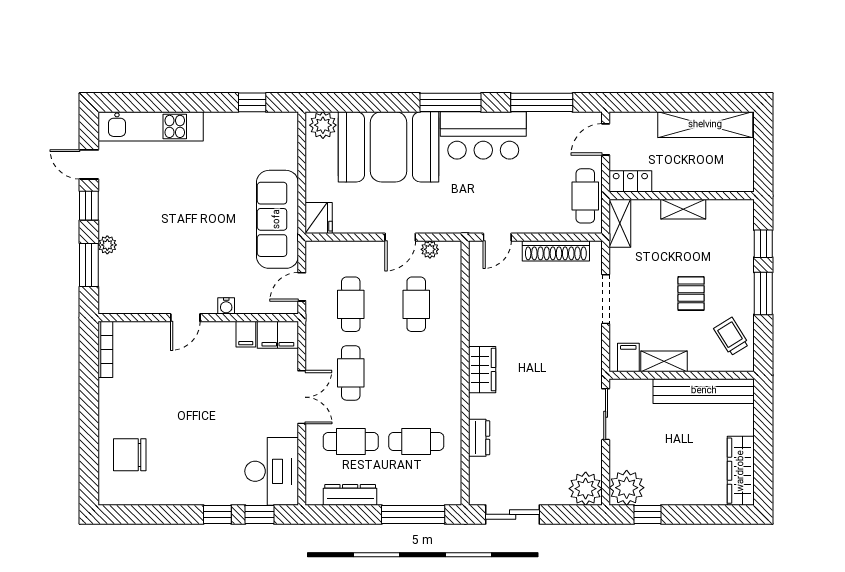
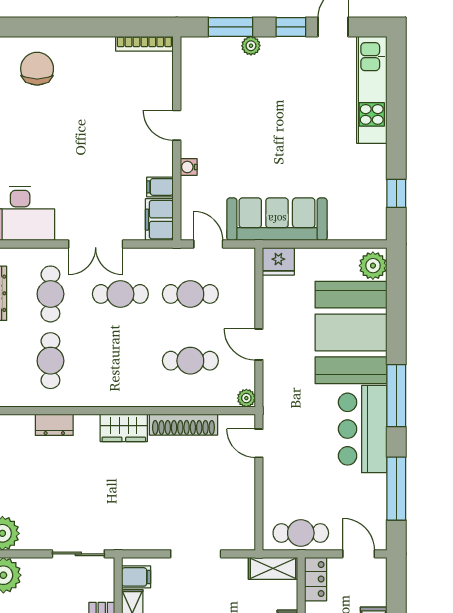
plant: (430, 249) -> (246, 398), moved
shoe rack: (556, 251) -> (183, 425), moved, turned -90

